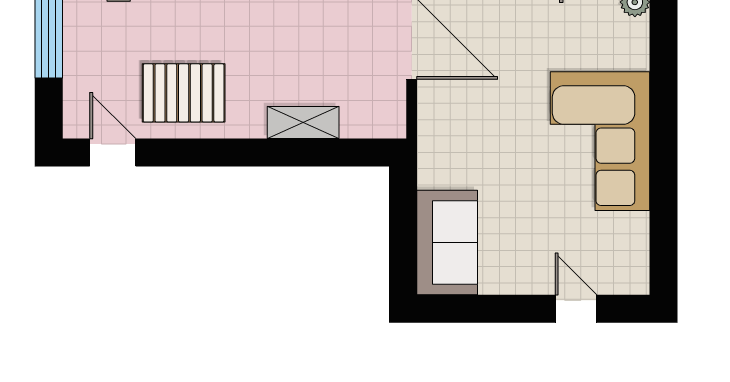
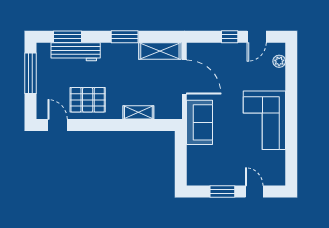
sofa: (447, 243) -> (199, 122), moved
window: (501, 309) -> (222, 191), added

